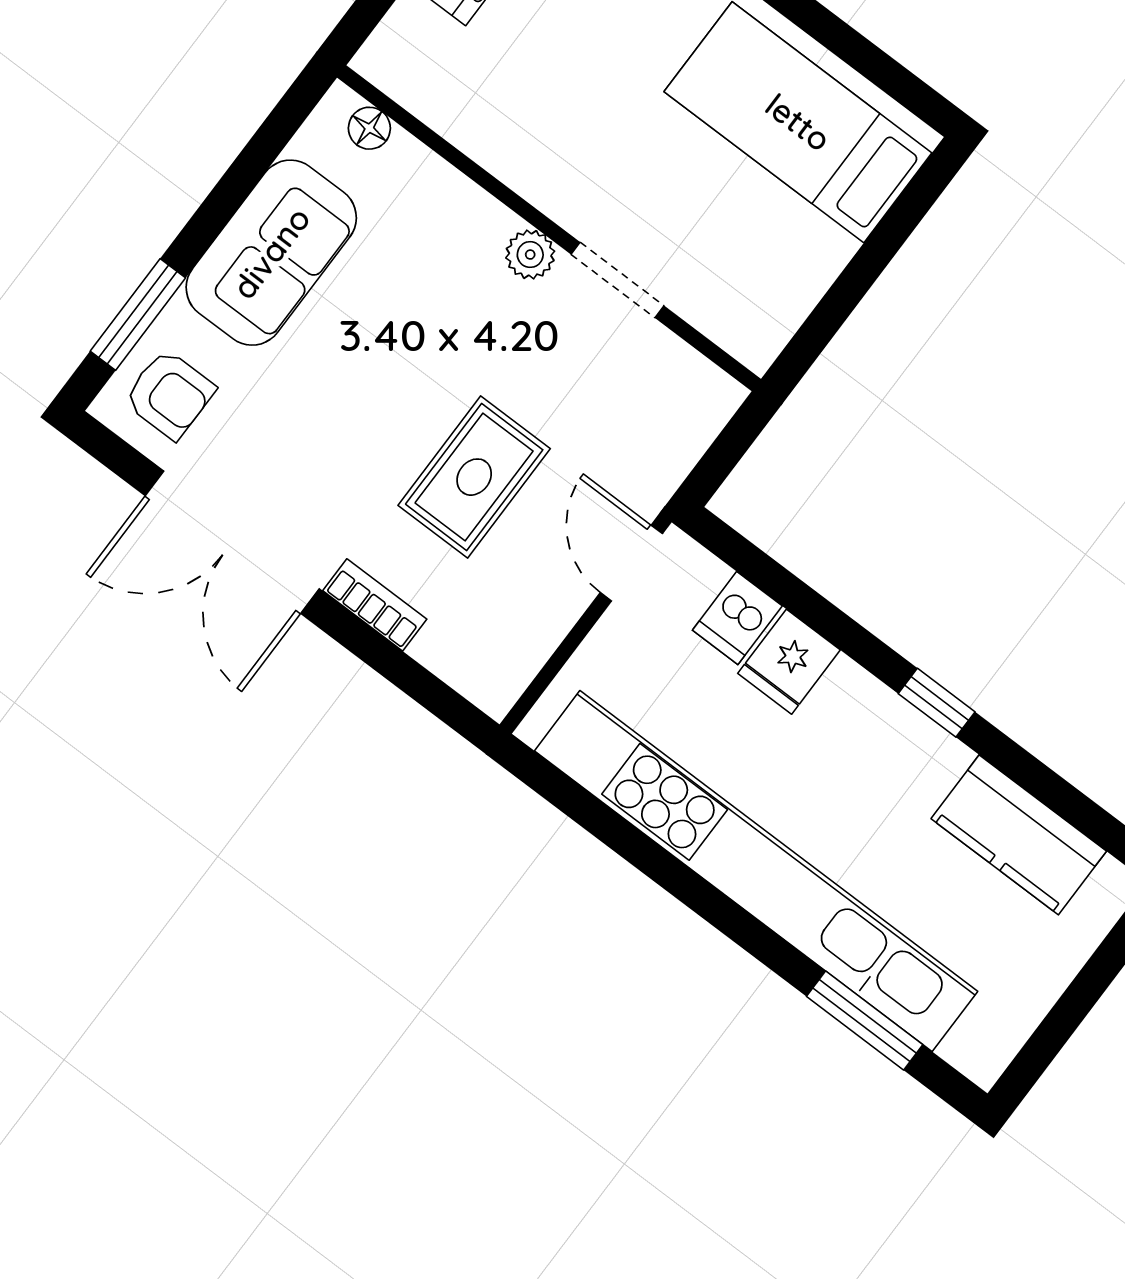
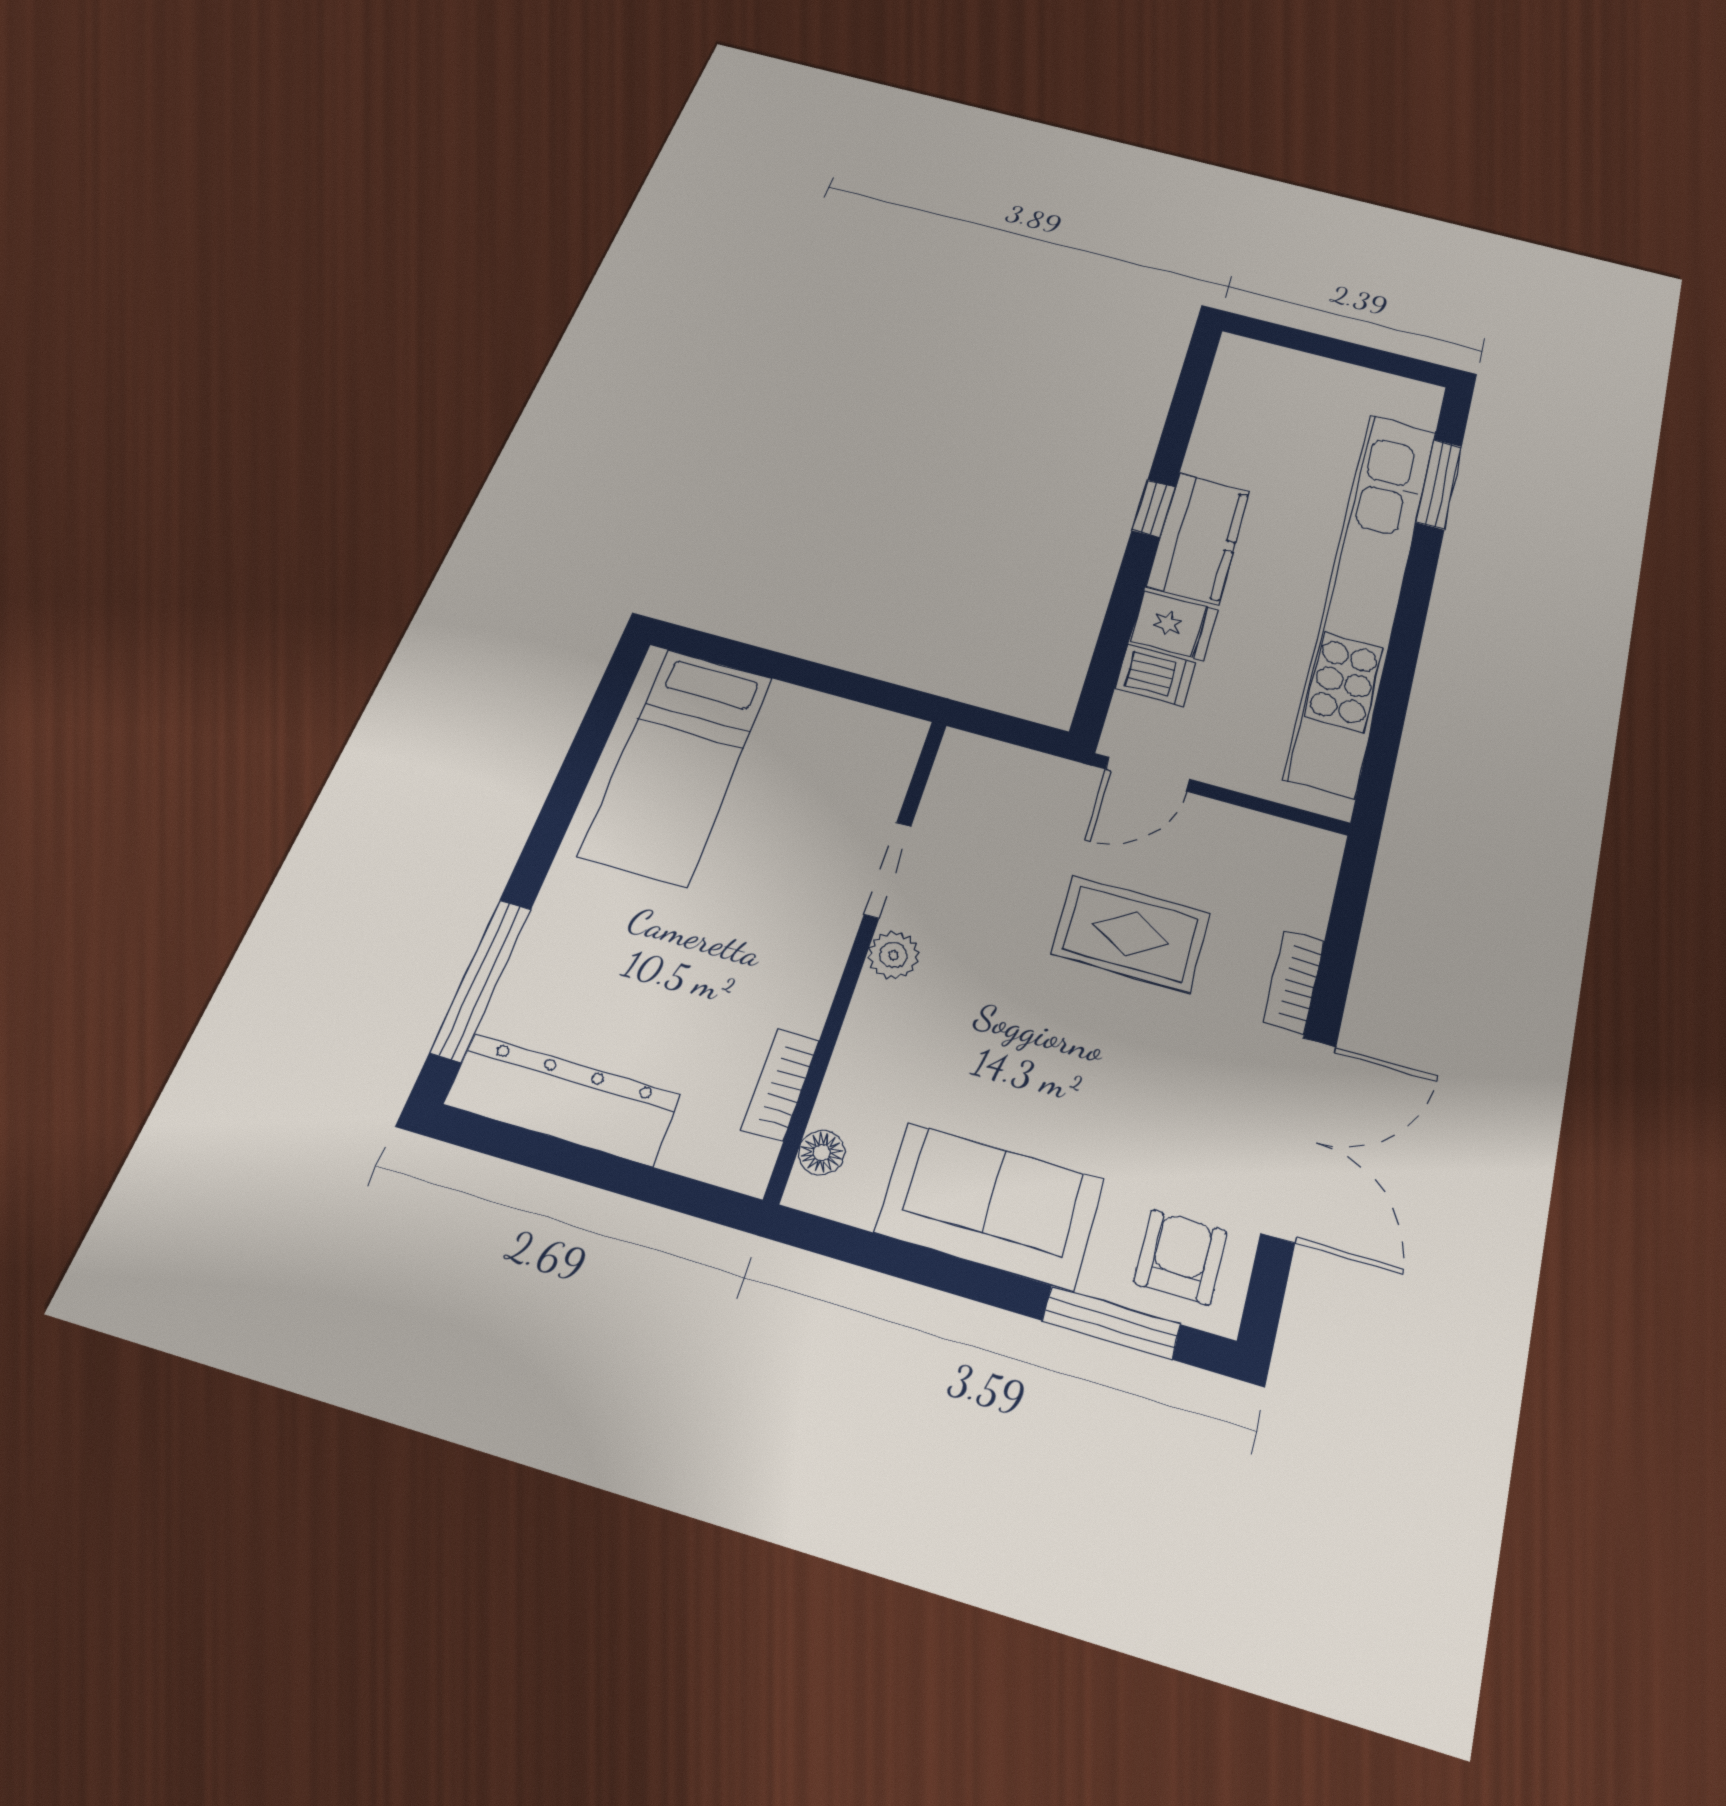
bookcase: (444, 113) -> (780, 1085), added
kitchen counter: (1019, 835) -> (1198, 538), moved

